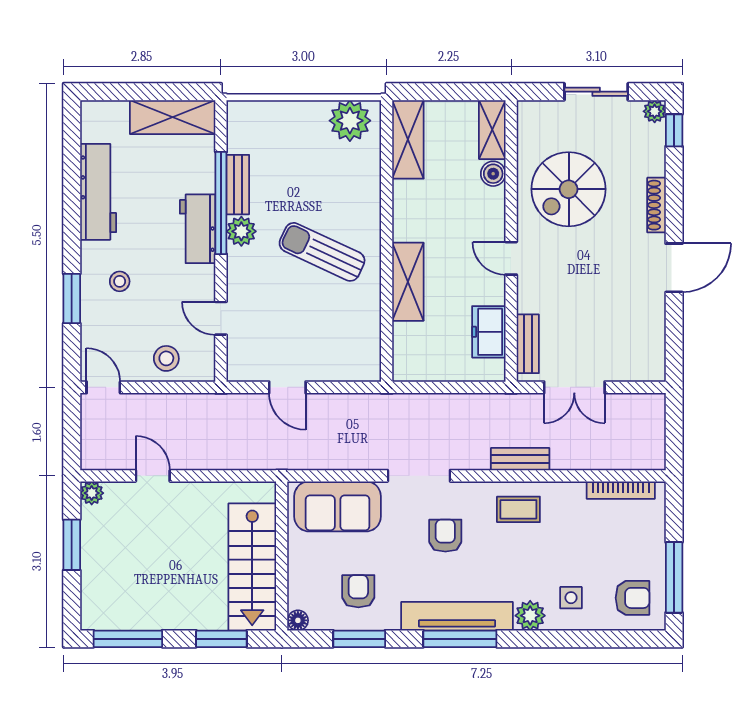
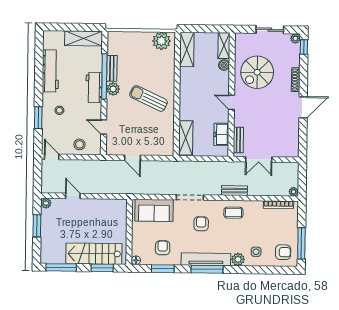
shelving: (408, 282) -> (186, 138), moved
plant: (655, 460) -> (293, 192), added
stairs: (252, 567) -> (94, 254), moved, turned 90

